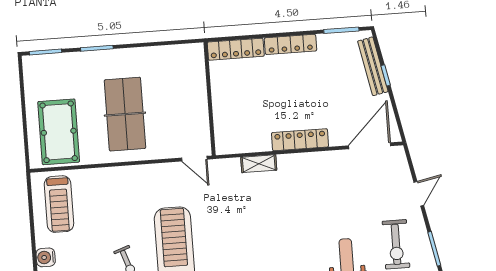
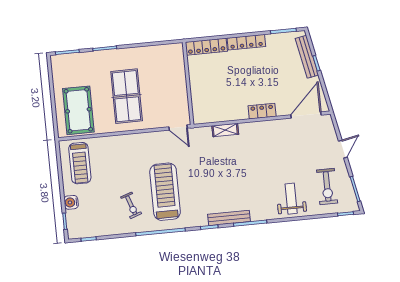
locker: (300, 140) -> (262, 111), width x0.66

